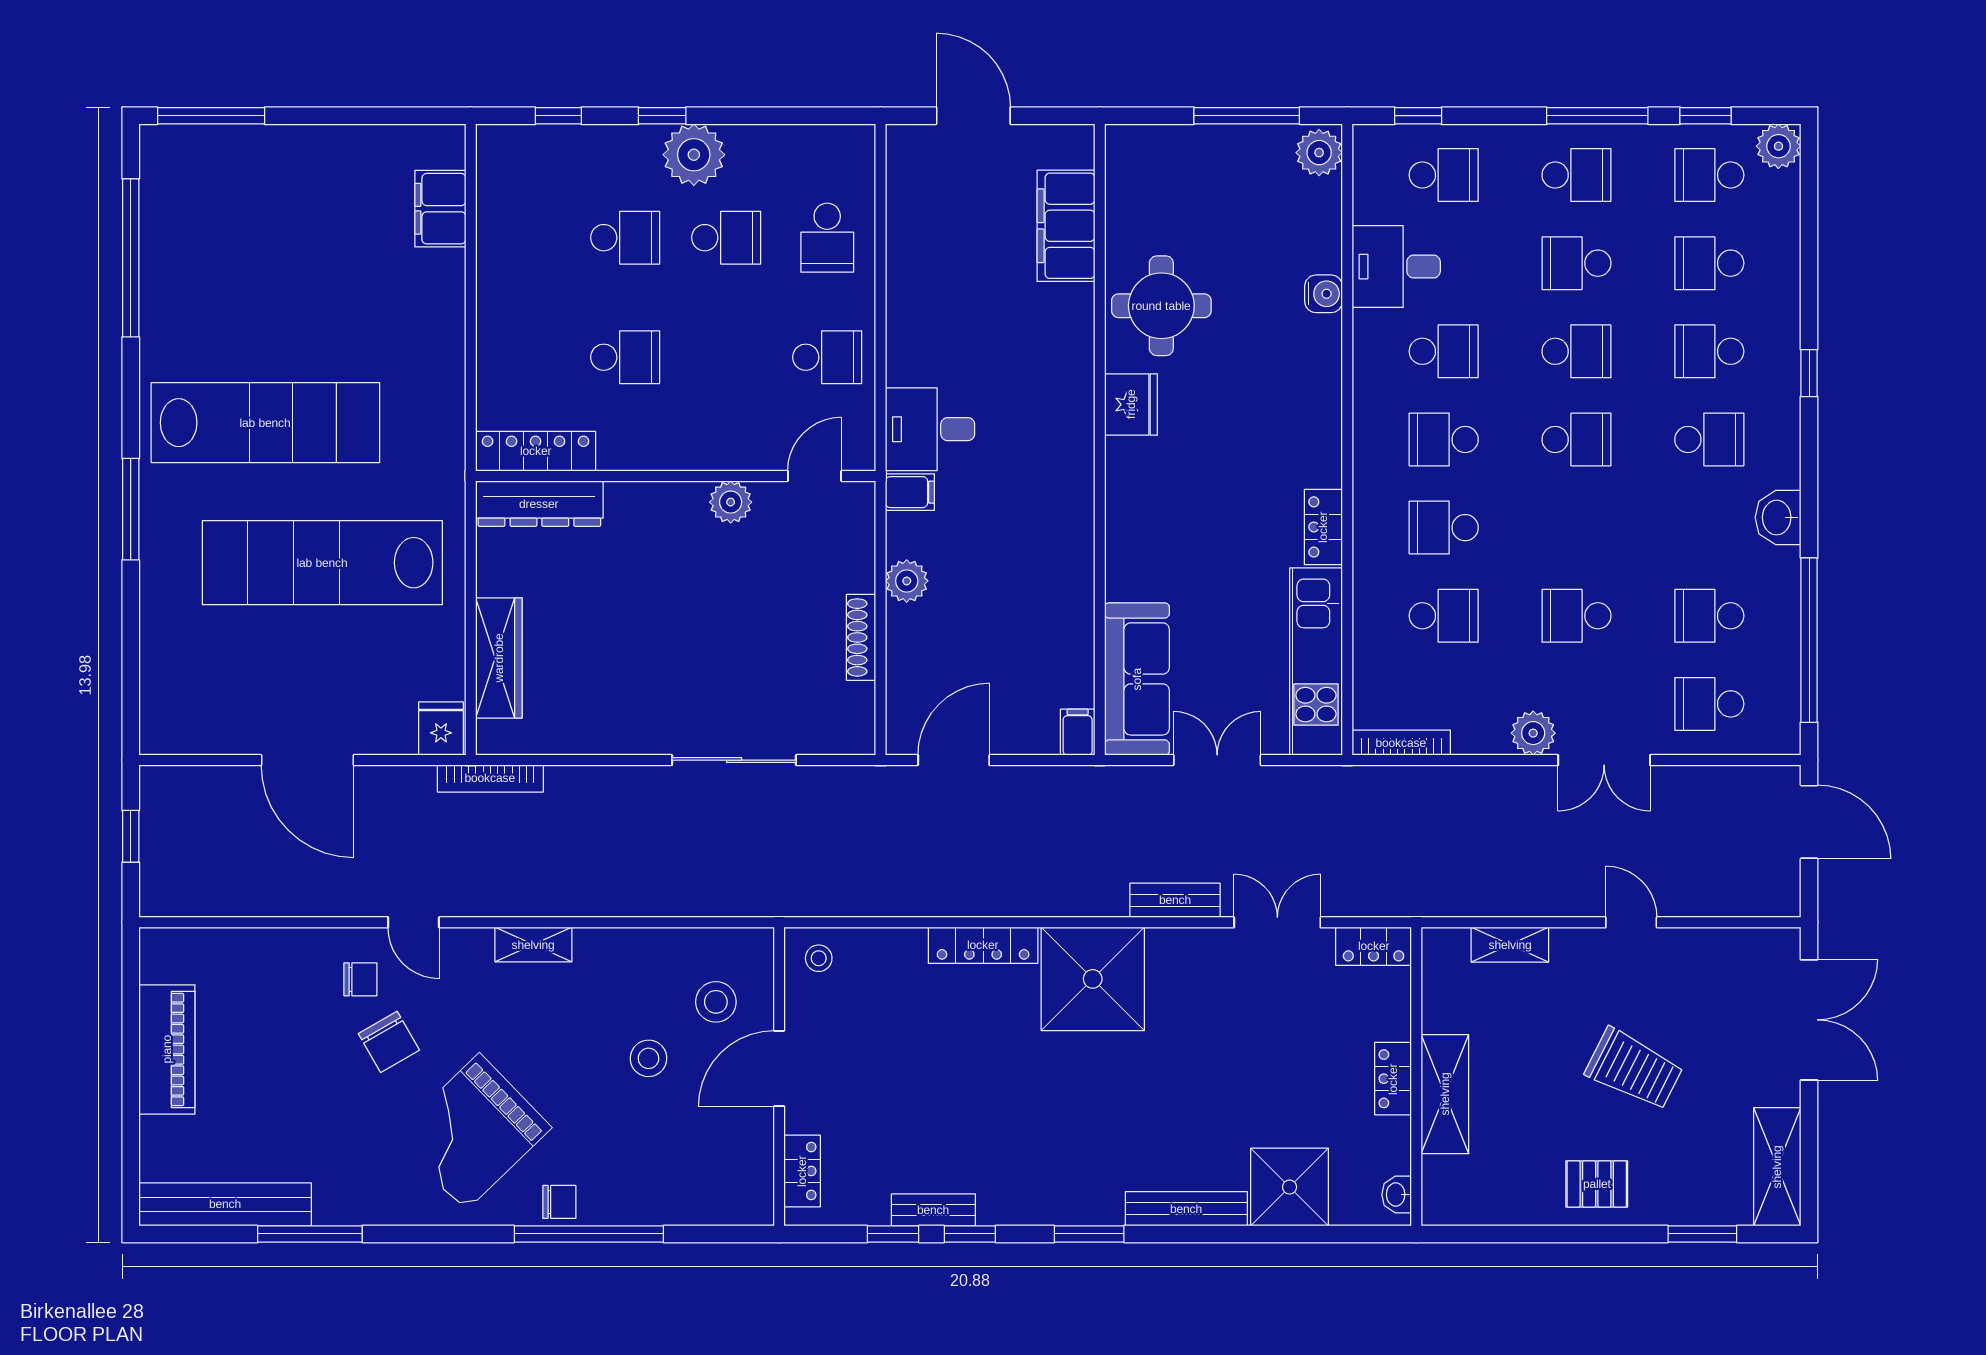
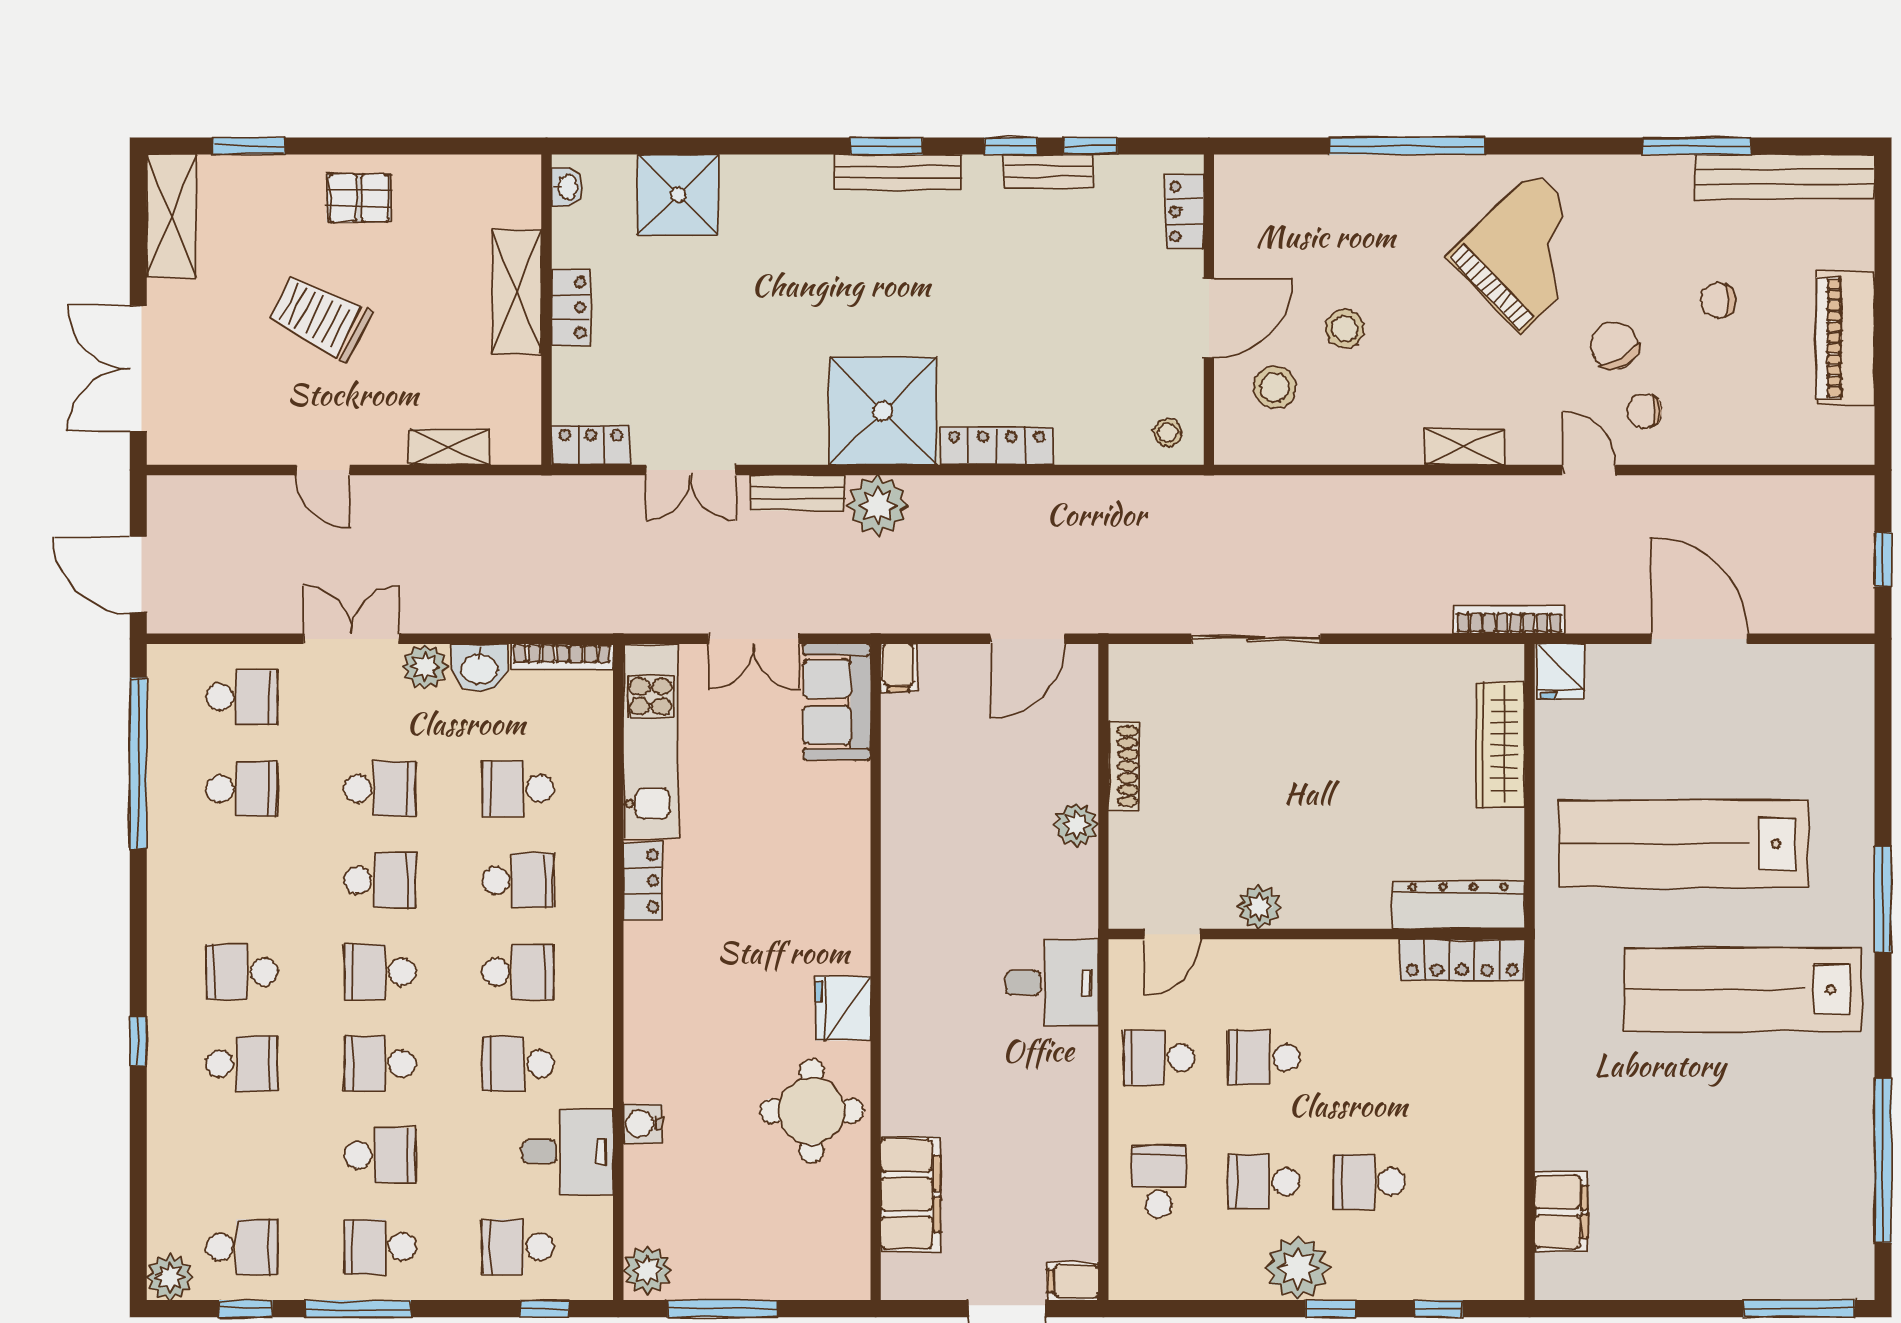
school desk: (1709, 263) -> (380, 880), moved
school desk: (625, 357) -> (1264, 1057), moved
filing cabinet: (910, 492) -> (1073, 1281), moved
washbasin: (1778, 518) -> (479, 668), moved, turned 90
lab bench: (322, 563) -> (1684, 844), turned 180
sofa: (1137, 679) -> (837, 702), width x0.73
plant: (1098, 888) -> (878, 505), added
chair: (559, 1202) -> (1718, 300), moved
bench: (1186, 1209) -> (898, 172), moved

